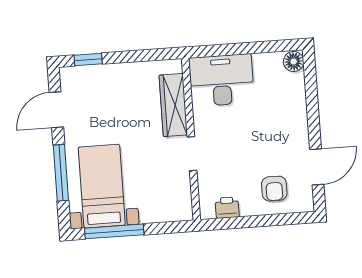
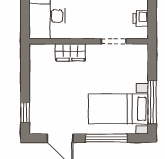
wardrobe: (173, 105) -> (70, 52), width x0.67
doorway: (192, 154) -> (114, 41), moved

